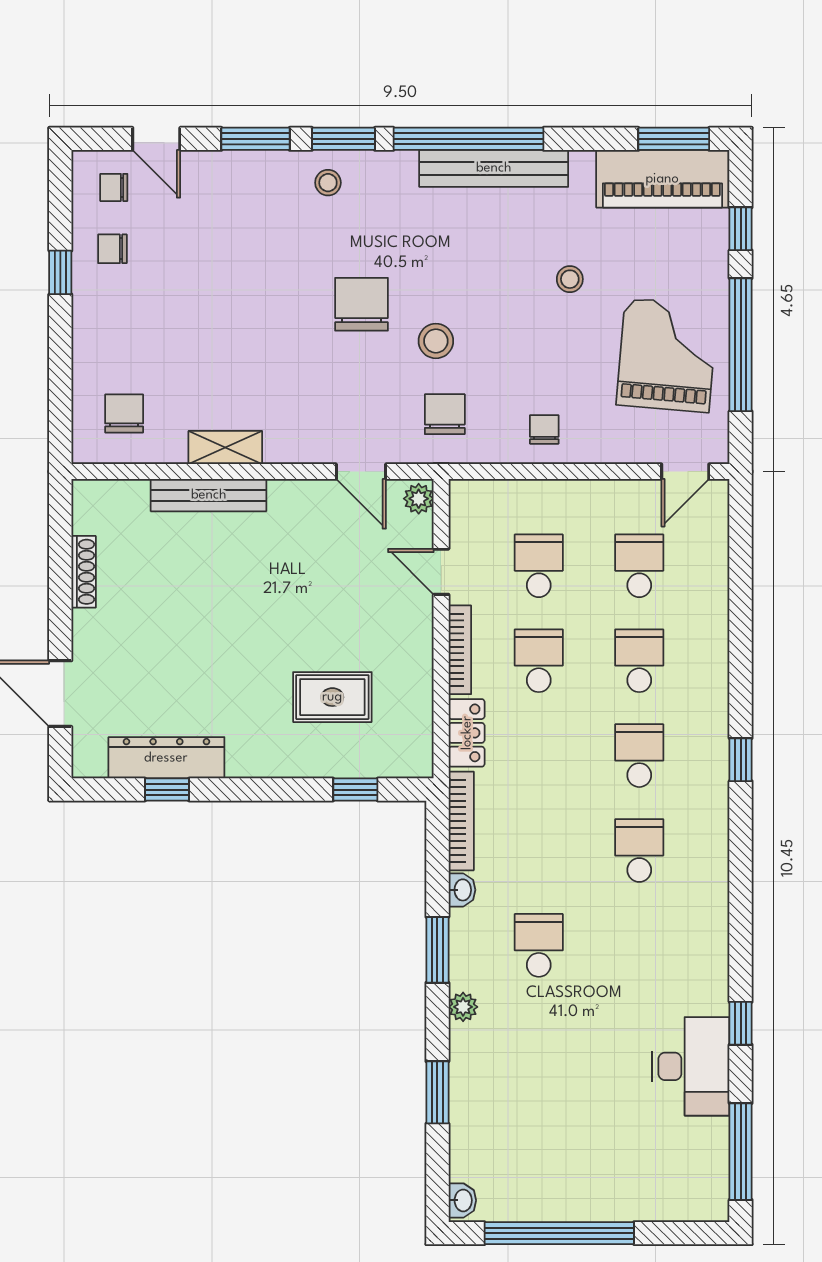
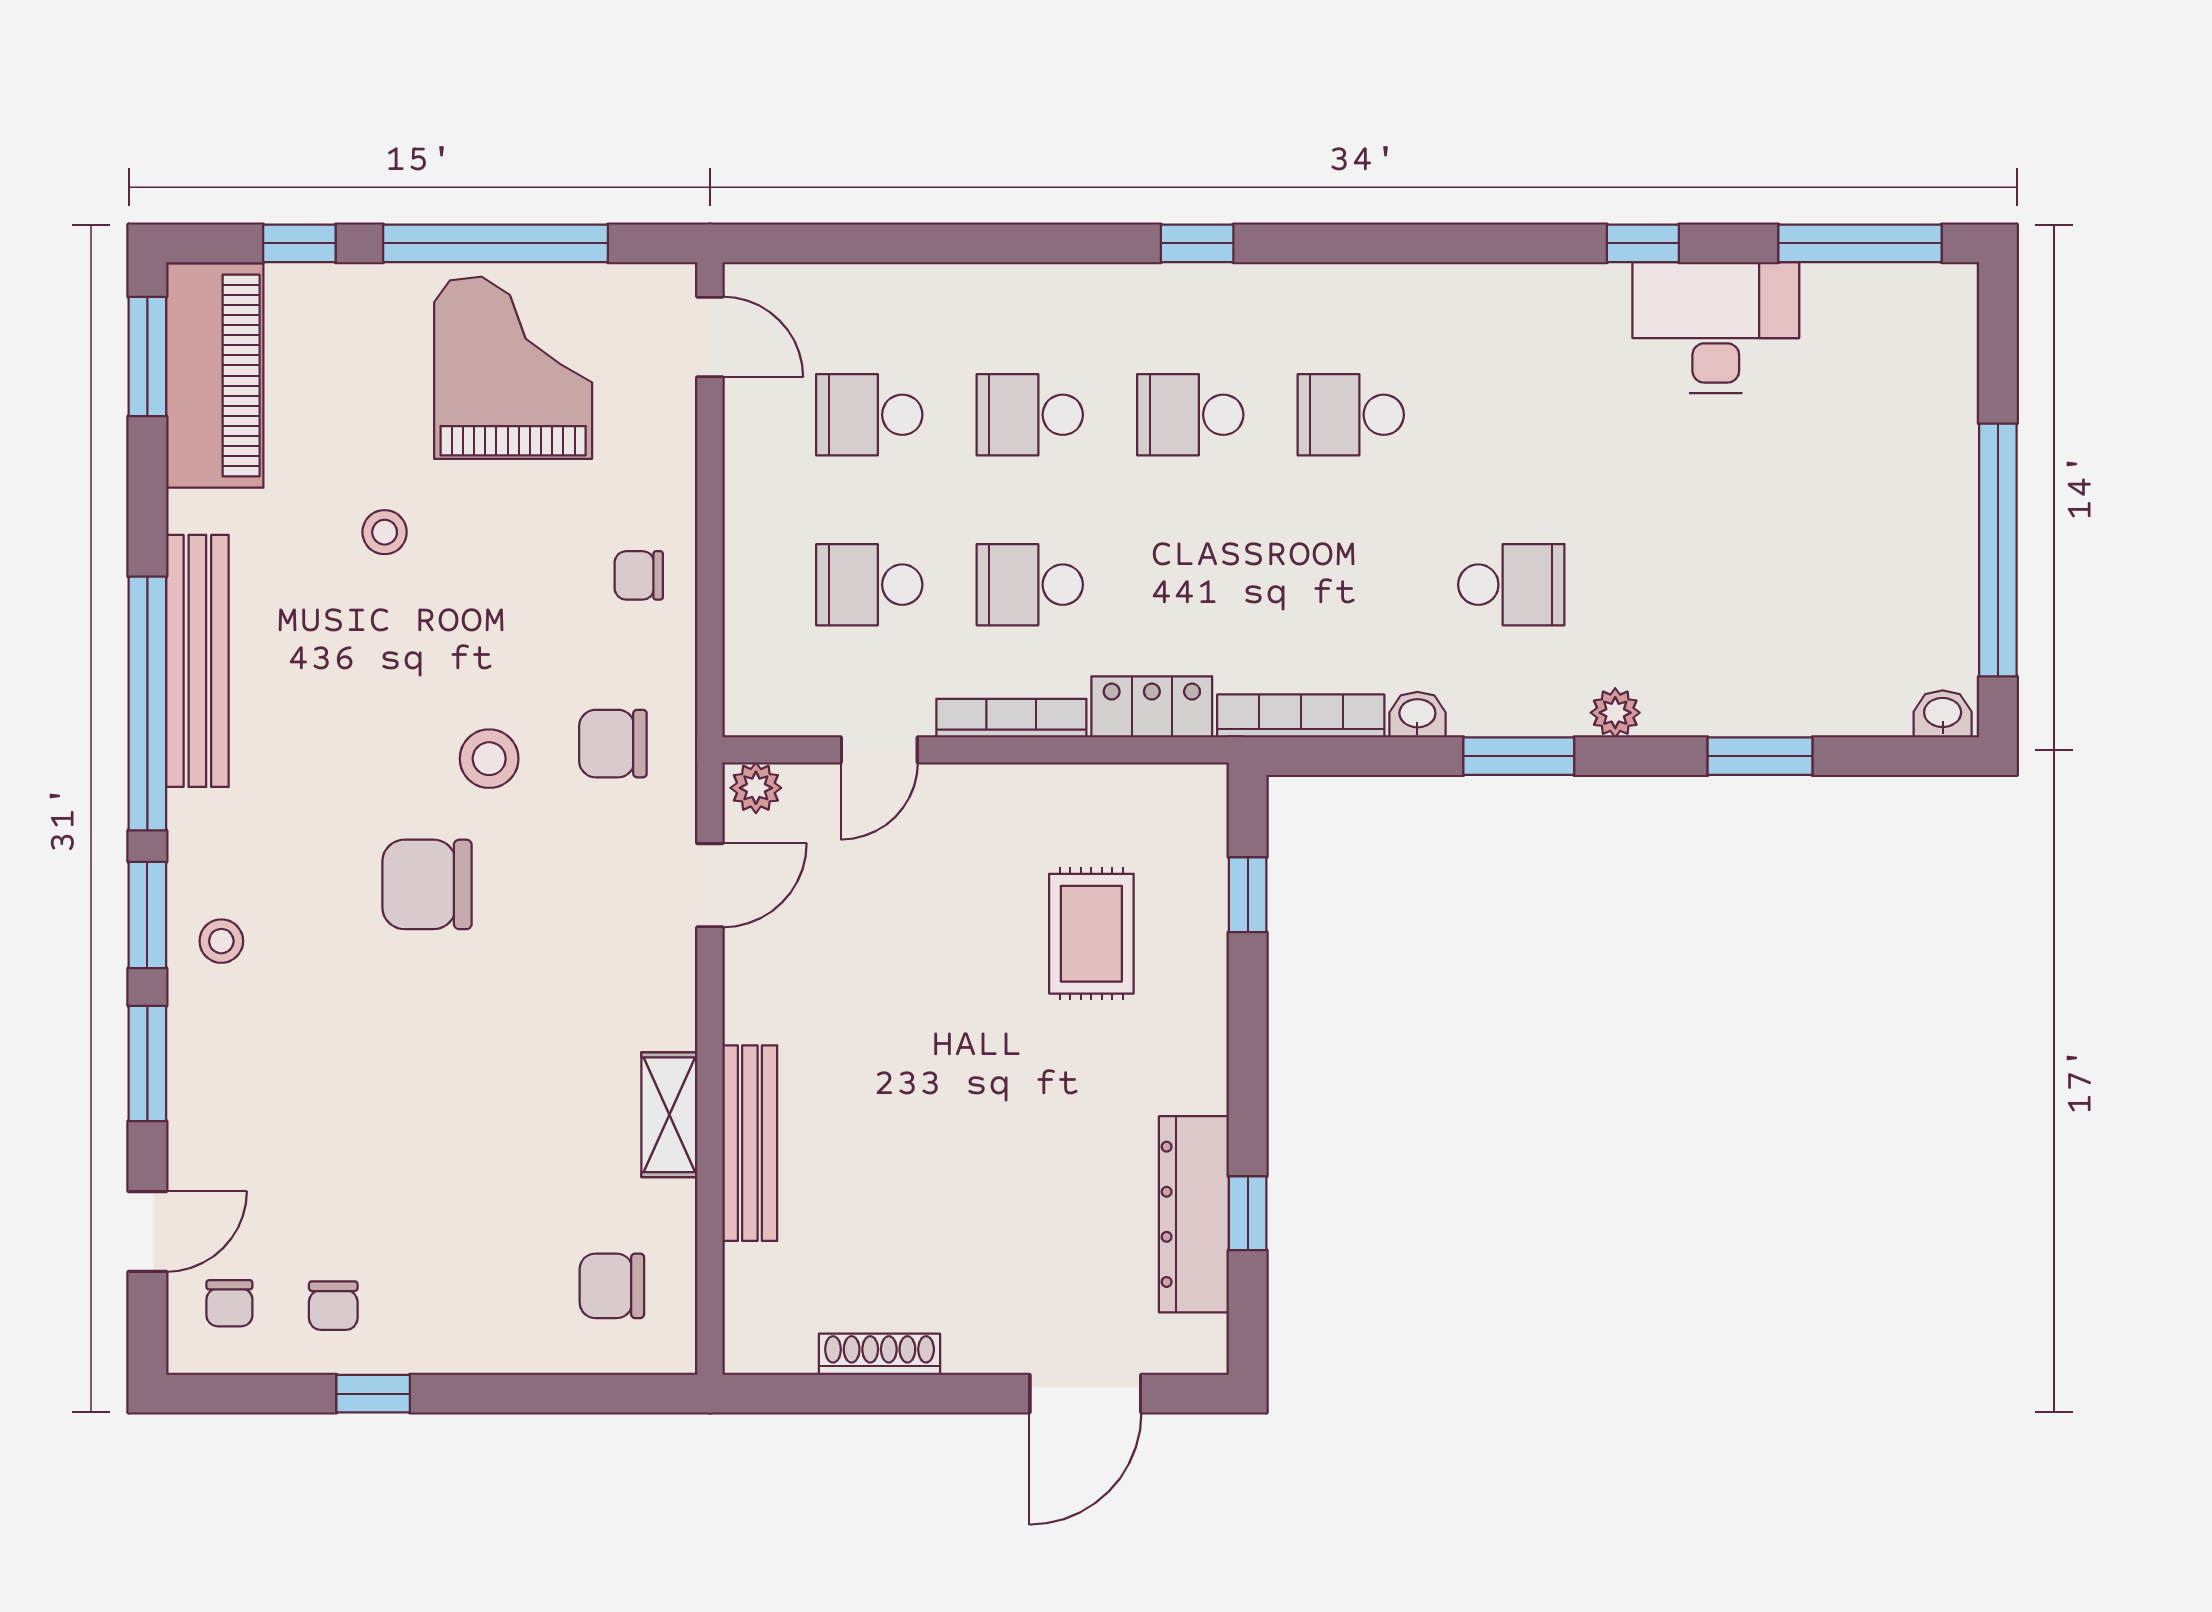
grand piano: (667, 355) -> (513, 368), turned 85
school desk: (539, 945) -> (1511, 585), turned 180

